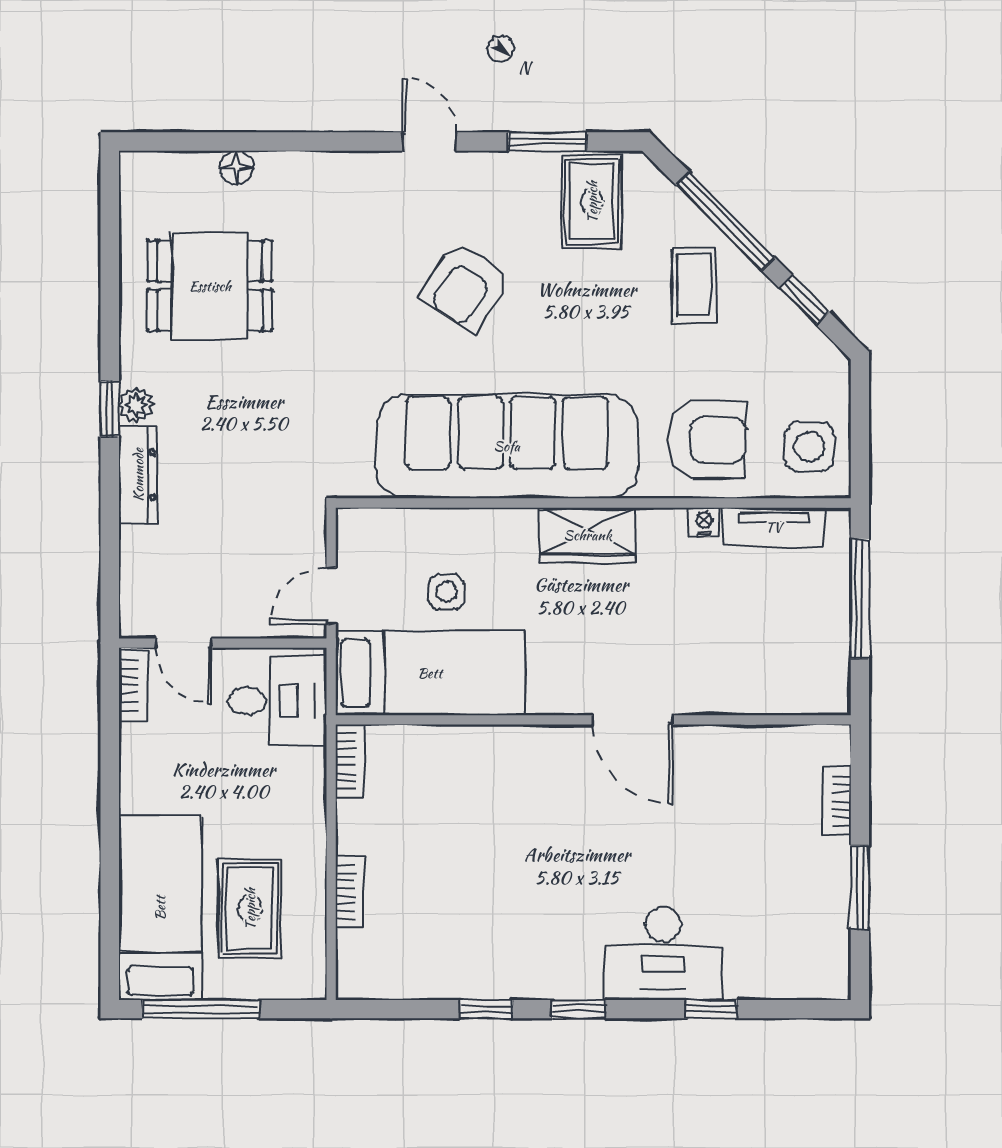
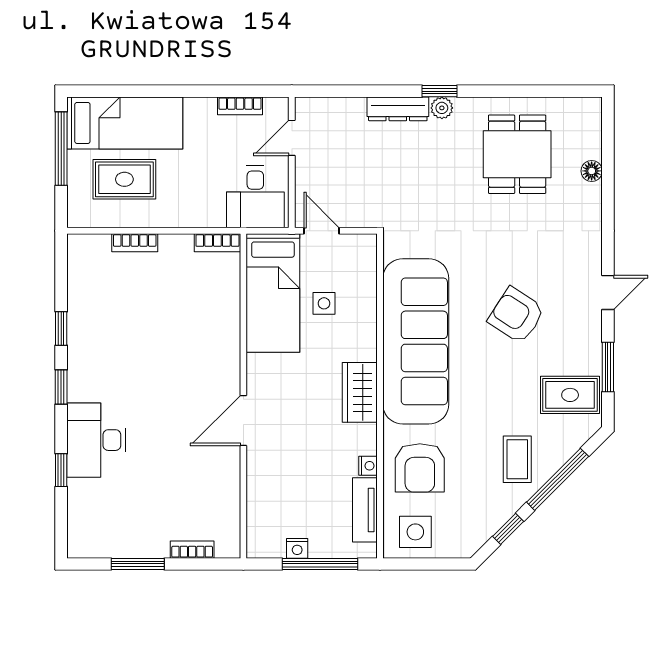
coffee table: (694, 285) -> (517, 459), turned 90
nightstand: (835, 634) -> (297, 548), added
bookcase: (133, 685) -> (240, 106), moved

